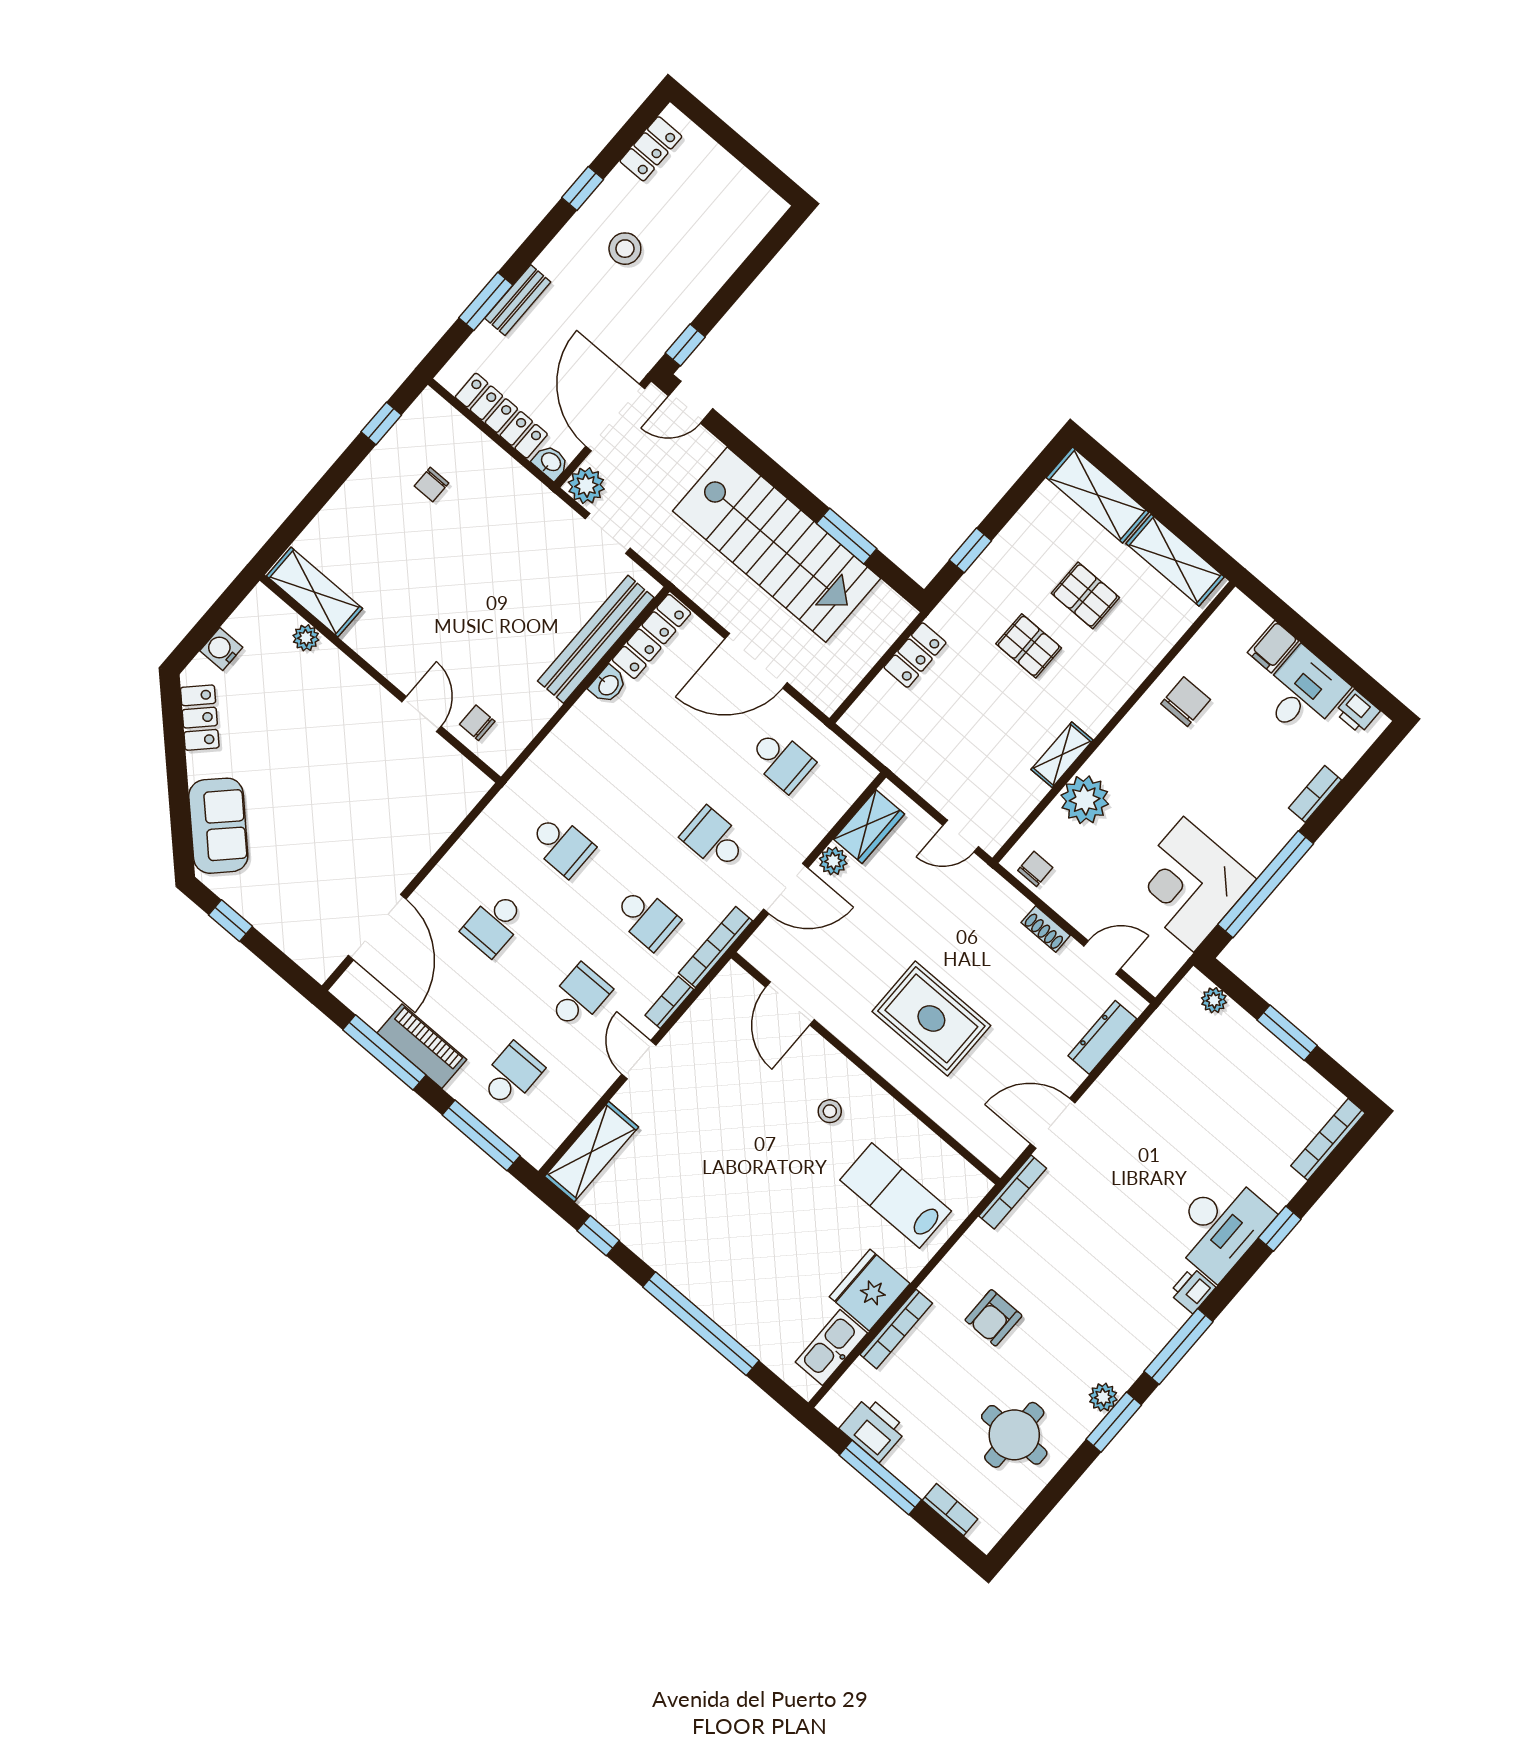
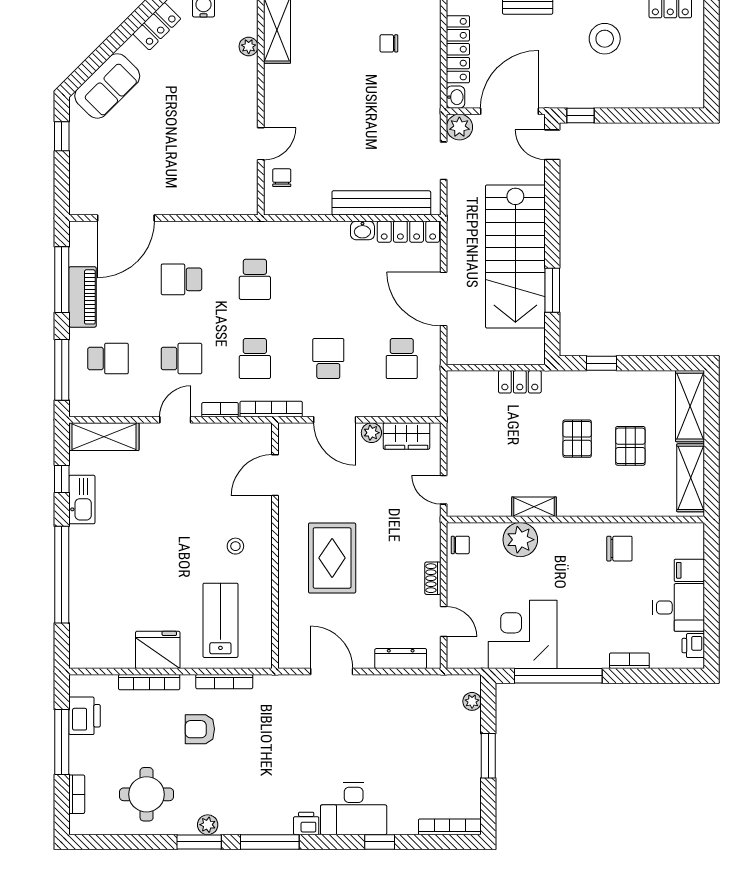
stool: (625, 249) -> (605, 39), width x1.38, depth x1.38
bookcase: (1013, 1192) -> (224, 682), moved
kitchen sink: (831, 1347) -> (82, 500), moved, turned 90

